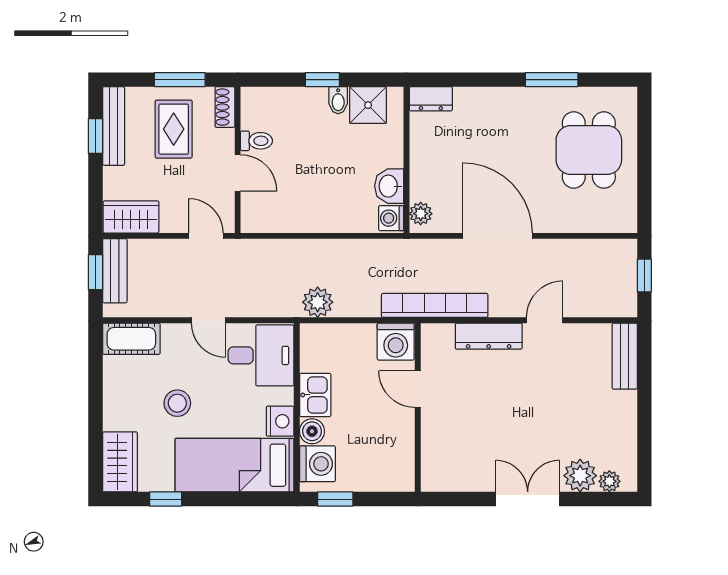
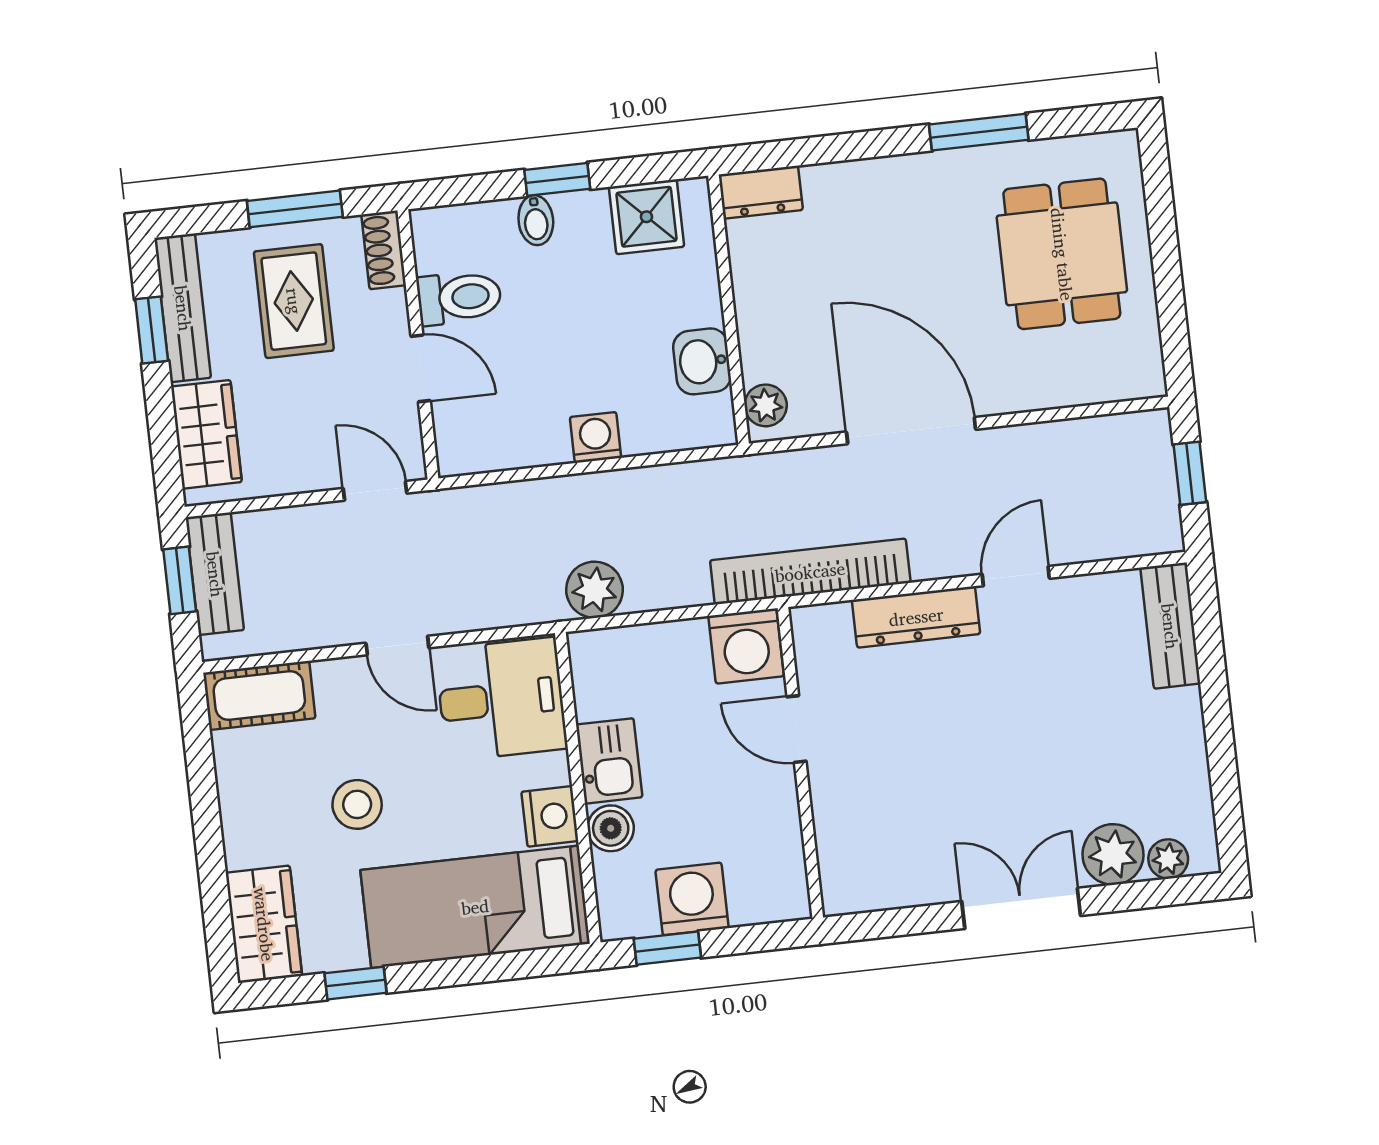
bidet: (338, 100) -> (536, 220), moved
toilet: (256, 141) -> (459, 298), width x1.37, depth x1.39
wardrobe: (131, 217) -> (206, 434), moved, turned 90
washing machine: (391, 218) -> (595, 437), moved, turned 90
washing machine: (317, 464) -> (692, 899), moved, turned -90

